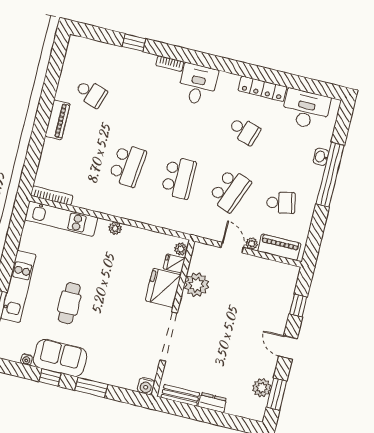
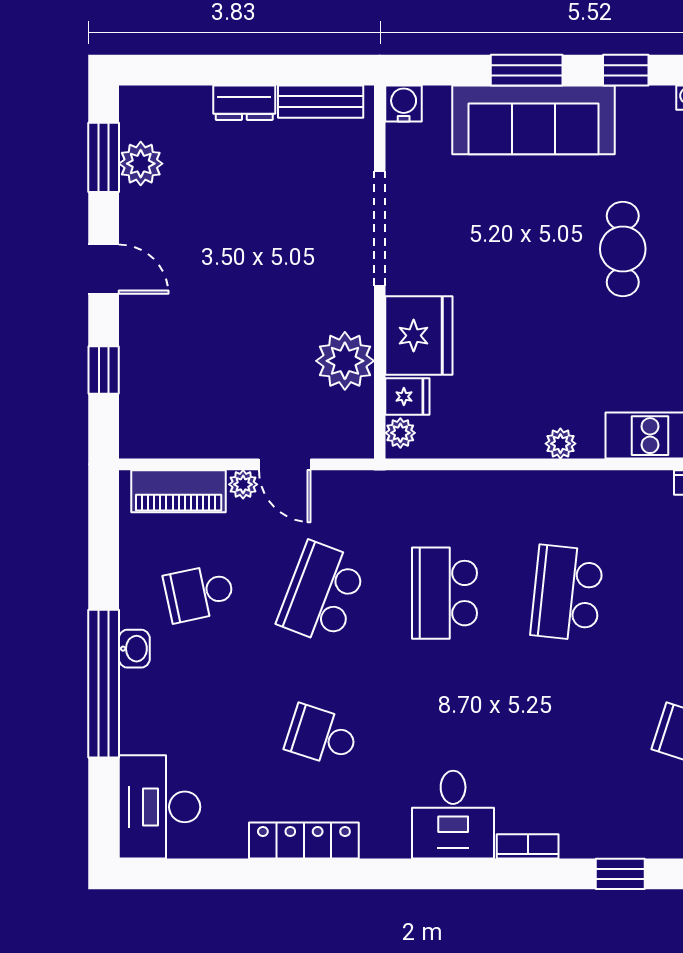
desk: (306, 109) -> (159, 807), moved, turned 90
washbasin: (321, 157) -> (134, 649), moved
sofa: (60, 358) -> (533, 120), moved, width x1.36

